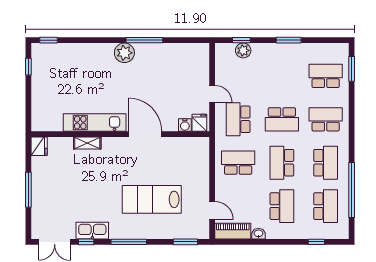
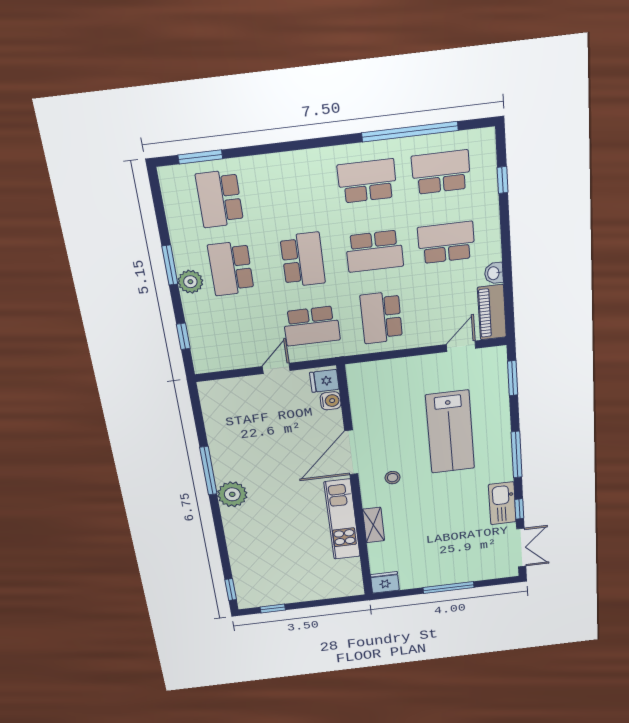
plant: (243, 50) -> (190, 282), moved
school desk: (326, 119) -> (231, 268), moved
stool: (123, 159) -> (393, 478), added

